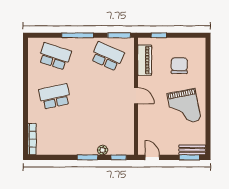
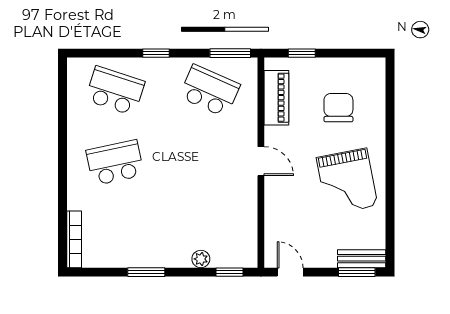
window: (78, 35) -> (156, 53), width x0.46
window: (87, 157) -> (146, 272), moved

